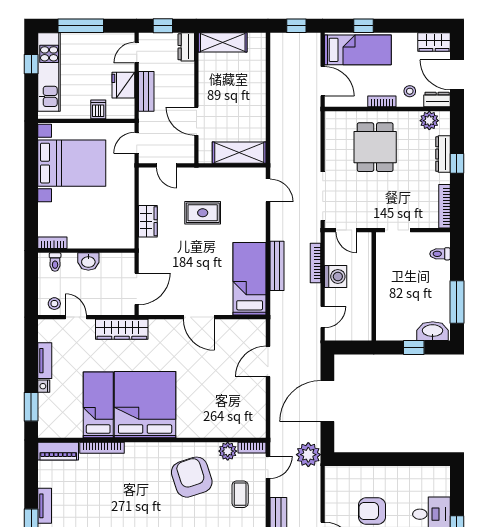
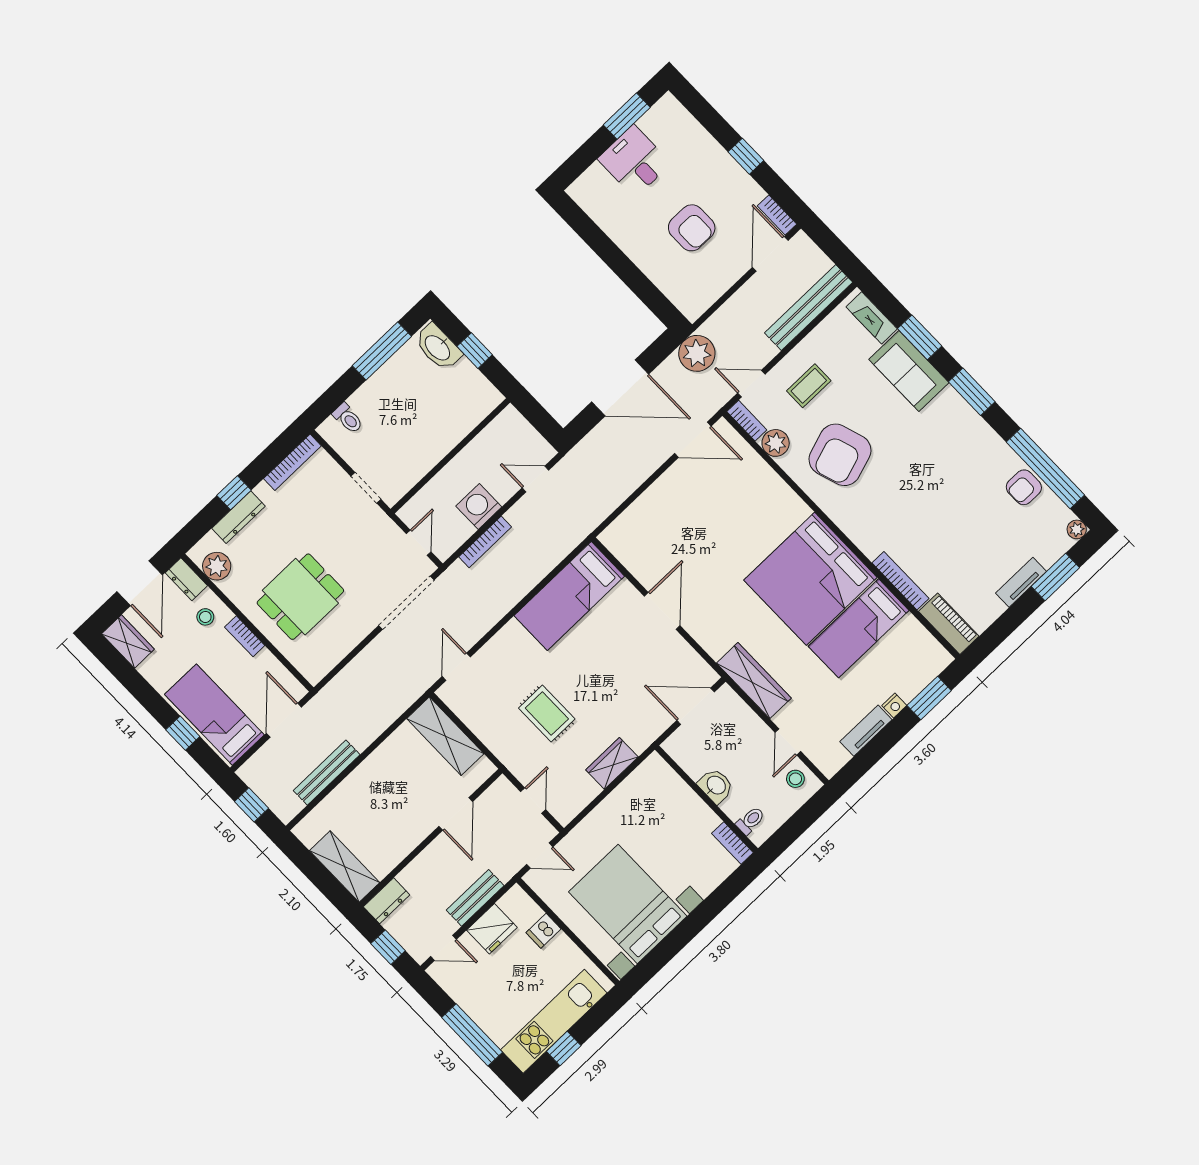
bench: (277, 266) -> (327, 773), moved
door: (268, 362) -> (693, 440), moved

